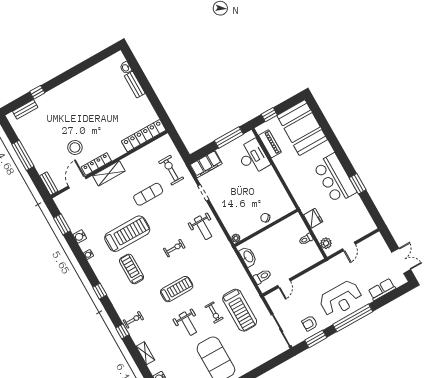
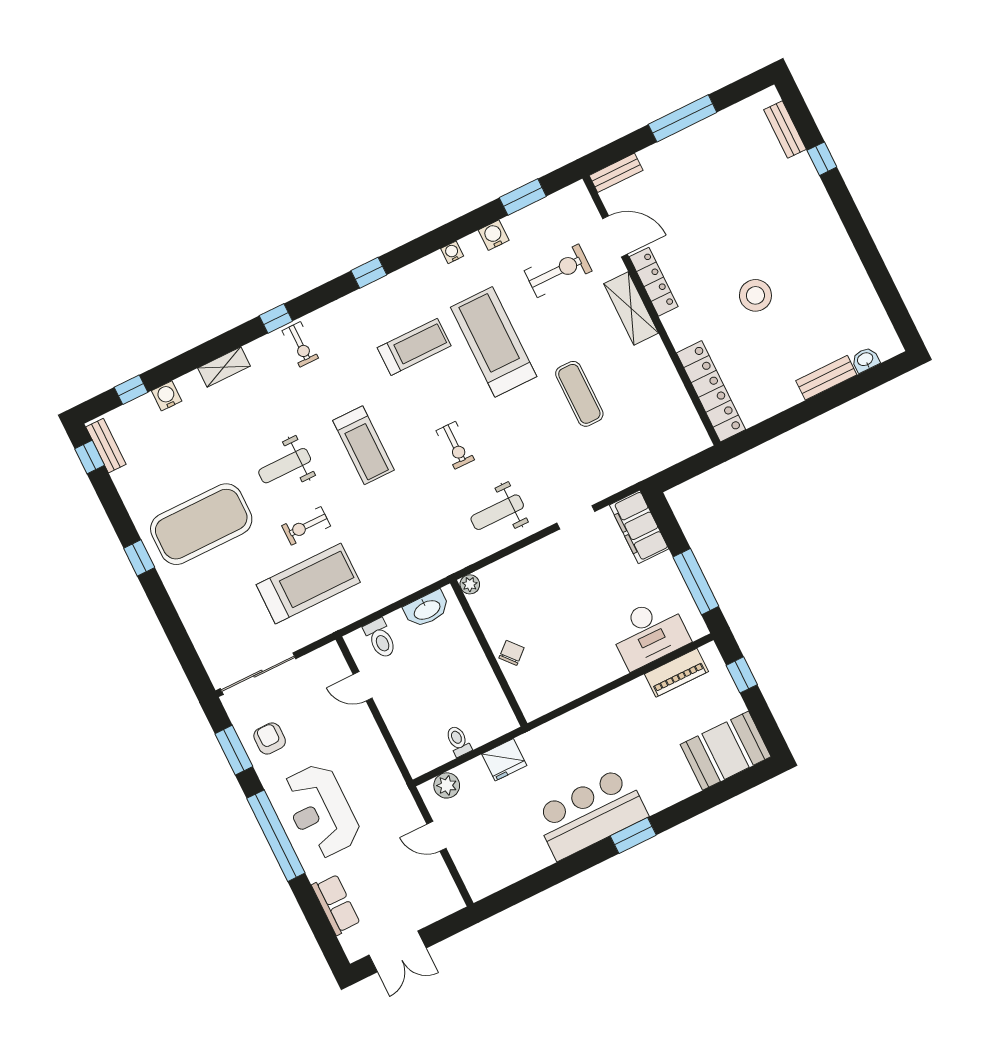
booth: (302, 128) -> (726, 751), width x0.73, depth x0.70
stool: (75, 147) -> (755, 295), moved
exercise bike: (171, 170) -> (558, 271), moved
window: (358, 184) -> (633, 835), moved
treadmill: (127, 234) -> (494, 342), turned 180
treadmill: (240, 310) -> (308, 583), turned 180

